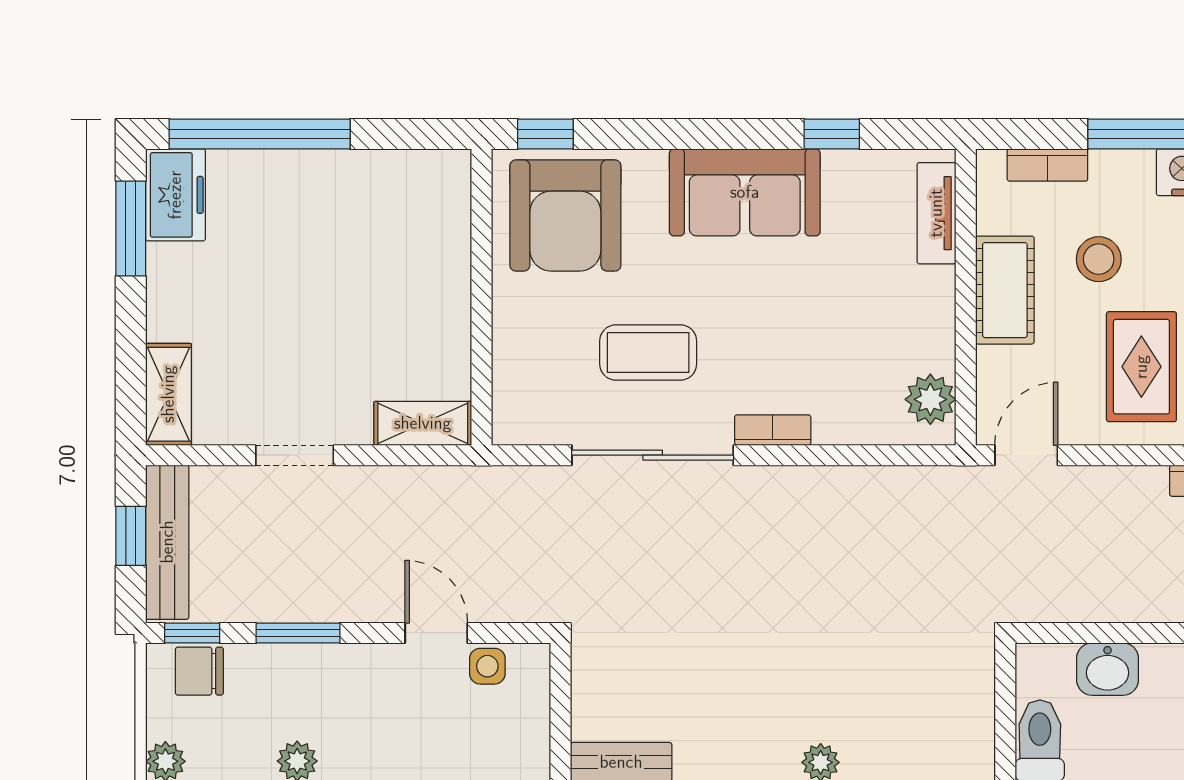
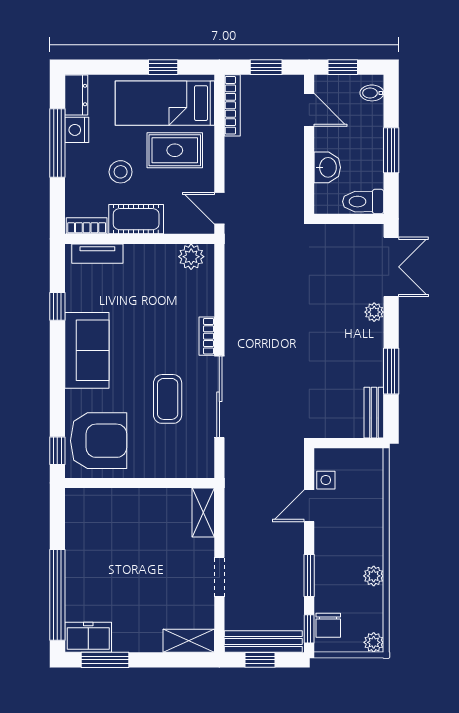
bookcase: (1047, 165) -> (87, 226), moved, turned -90

